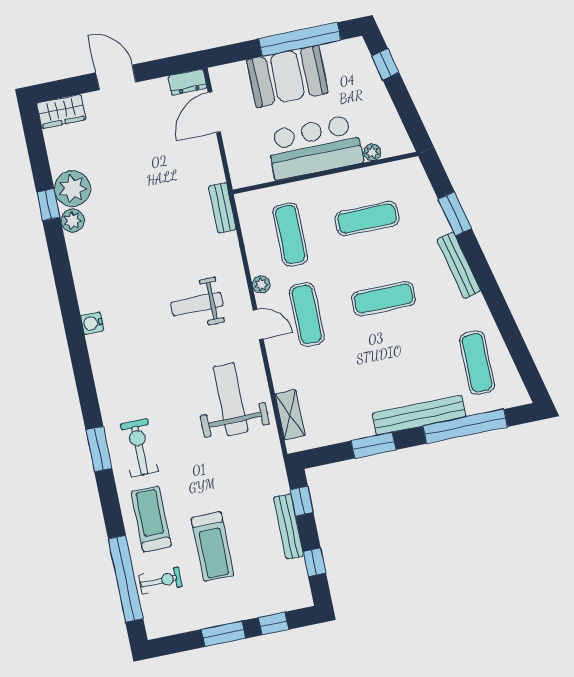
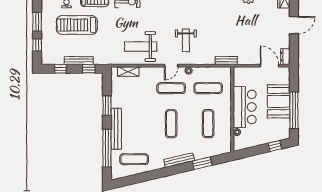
weight bench: (197, 304) -> (186, 40), turned 180
weight bench: (231, 399) -> (141, 47), turned 180
treadmill: (213, 547) -> (77, 25), width x1.37, depth x1.38

